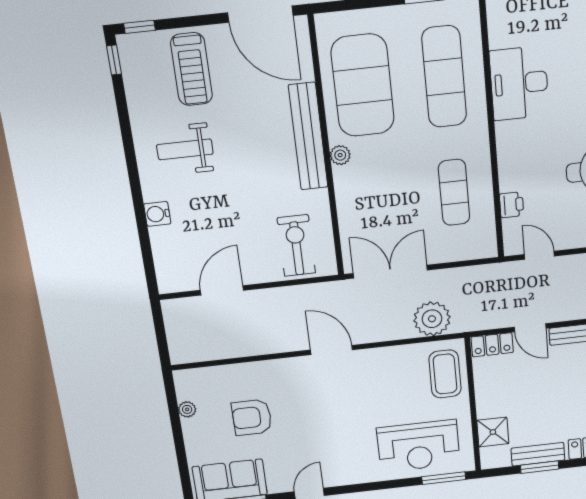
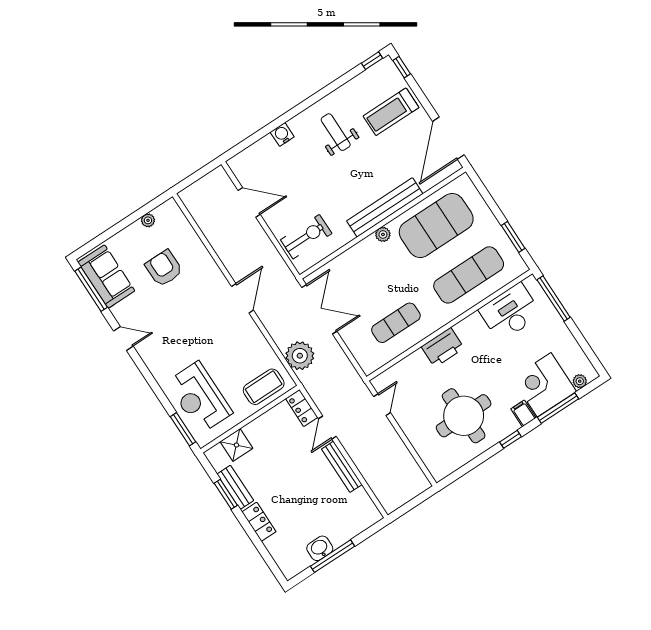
desk: (519, 83) -> (510, 312), moved
printer: (512, 205) -> (443, 347), moved, width x1.87, depth x1.48

